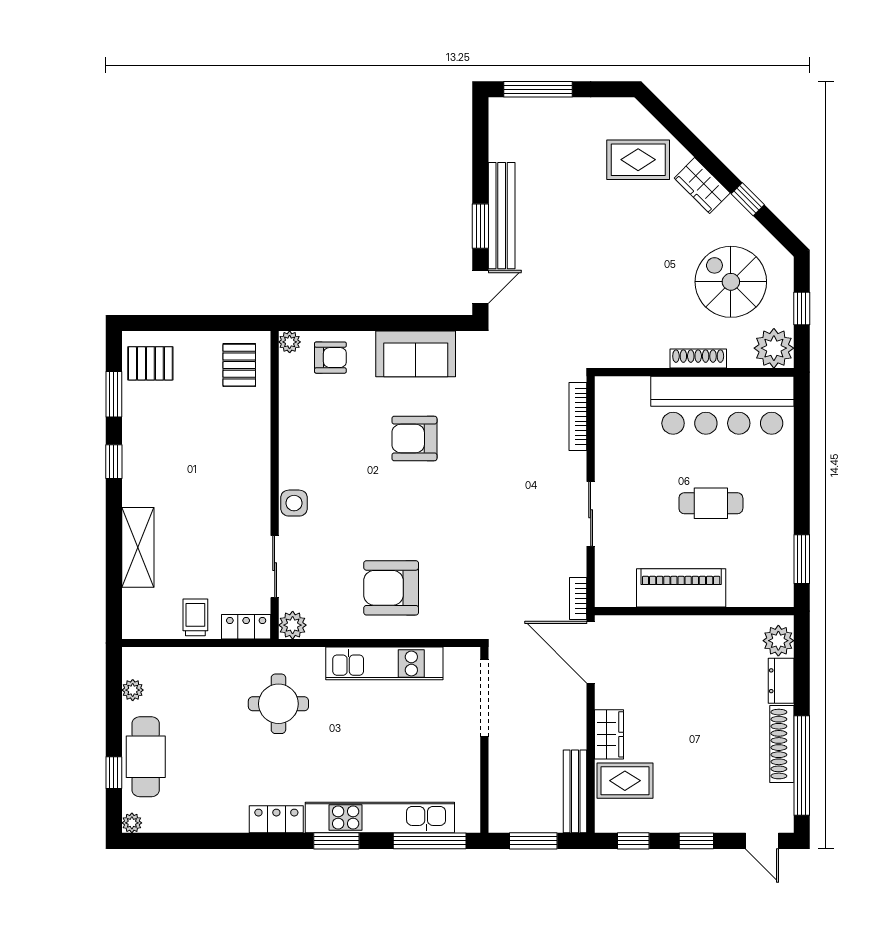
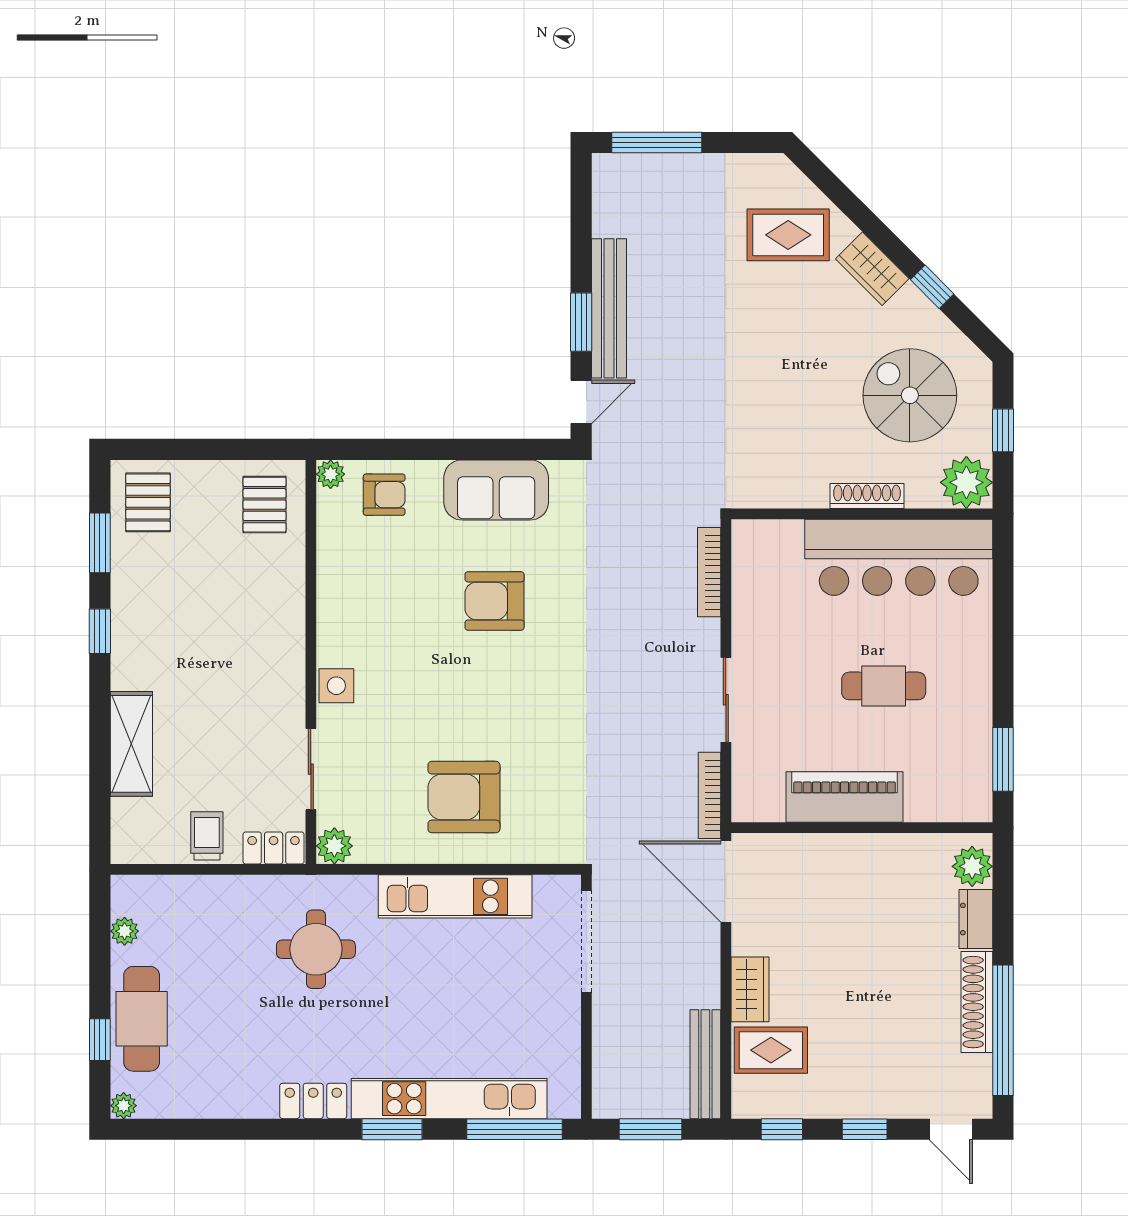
pallet: (150, 363) -> (148, 502), turned 90
bookcase: (578, 598) -> (709, 795), width x1.56

